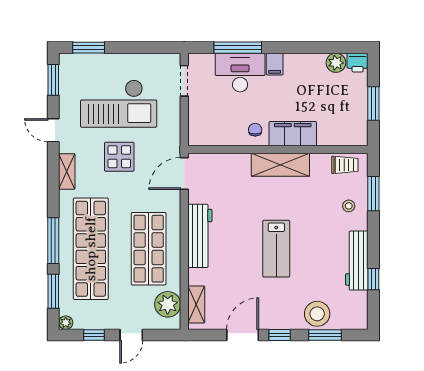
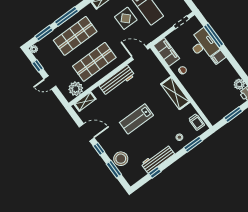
filing cabinet: (293, 134) -> (166, 52), moved
shop shelf: (91, 249) -> (75, 36), width x0.71

